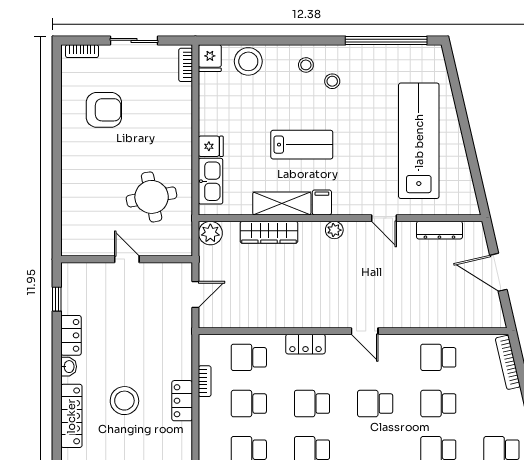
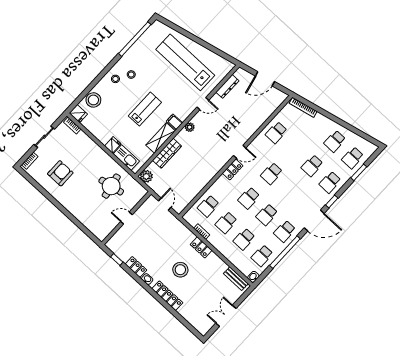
locker: (305, 344) -> (233, 169), moved
school desk: (438, 404) -> (294, 149), removed

